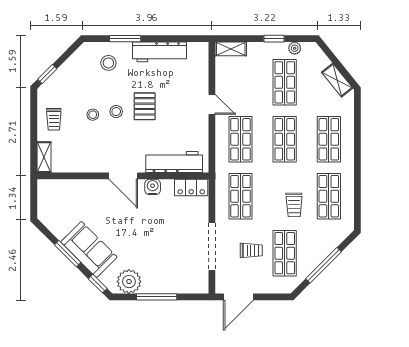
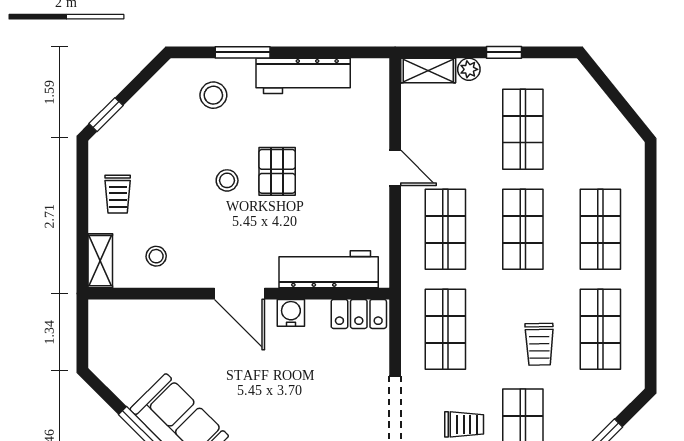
plant: (295, 48) -> (469, 69), moved
shelving: (337, 80) -> (615, 125), removed
stool: (93, 115) -> (156, 256), moved

